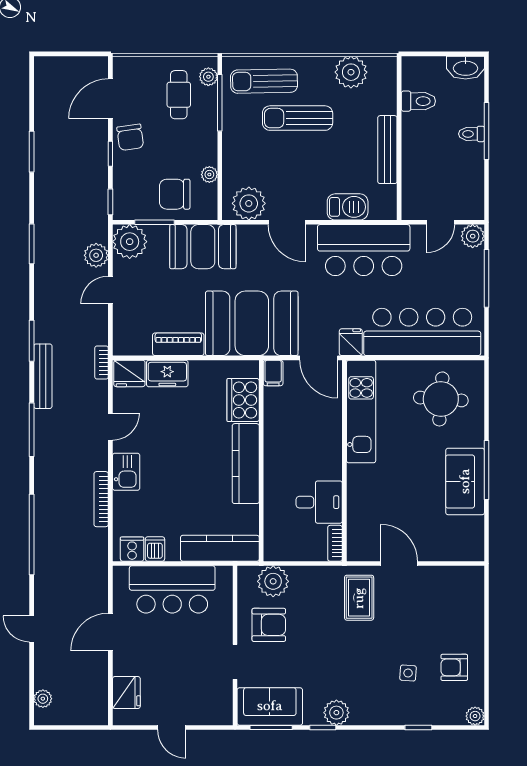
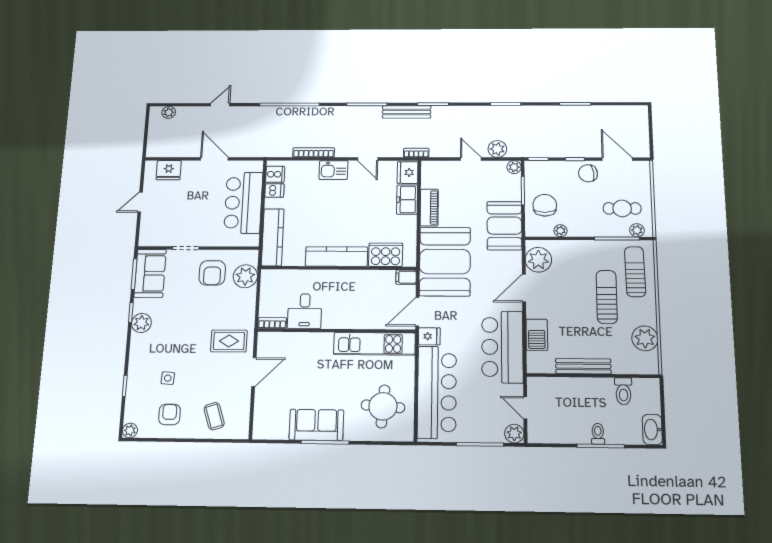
plant: (130, 242) -> (514, 167), width x0.53, depth x0.53
coffee table: (456, 611) -> (214, 416), added

